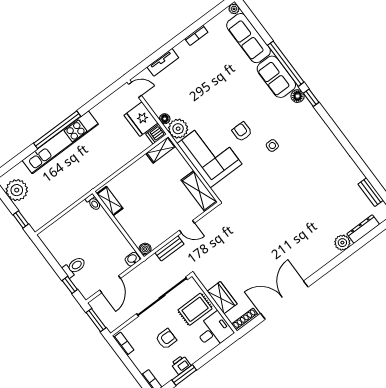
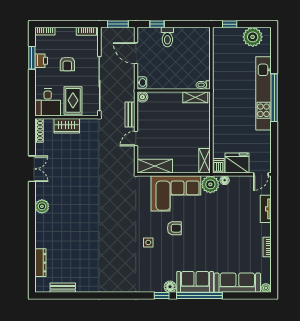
plant: (342, 243) -> (42, 206), moved
double door: (284, 300) -> (32, 169), width x0.54

